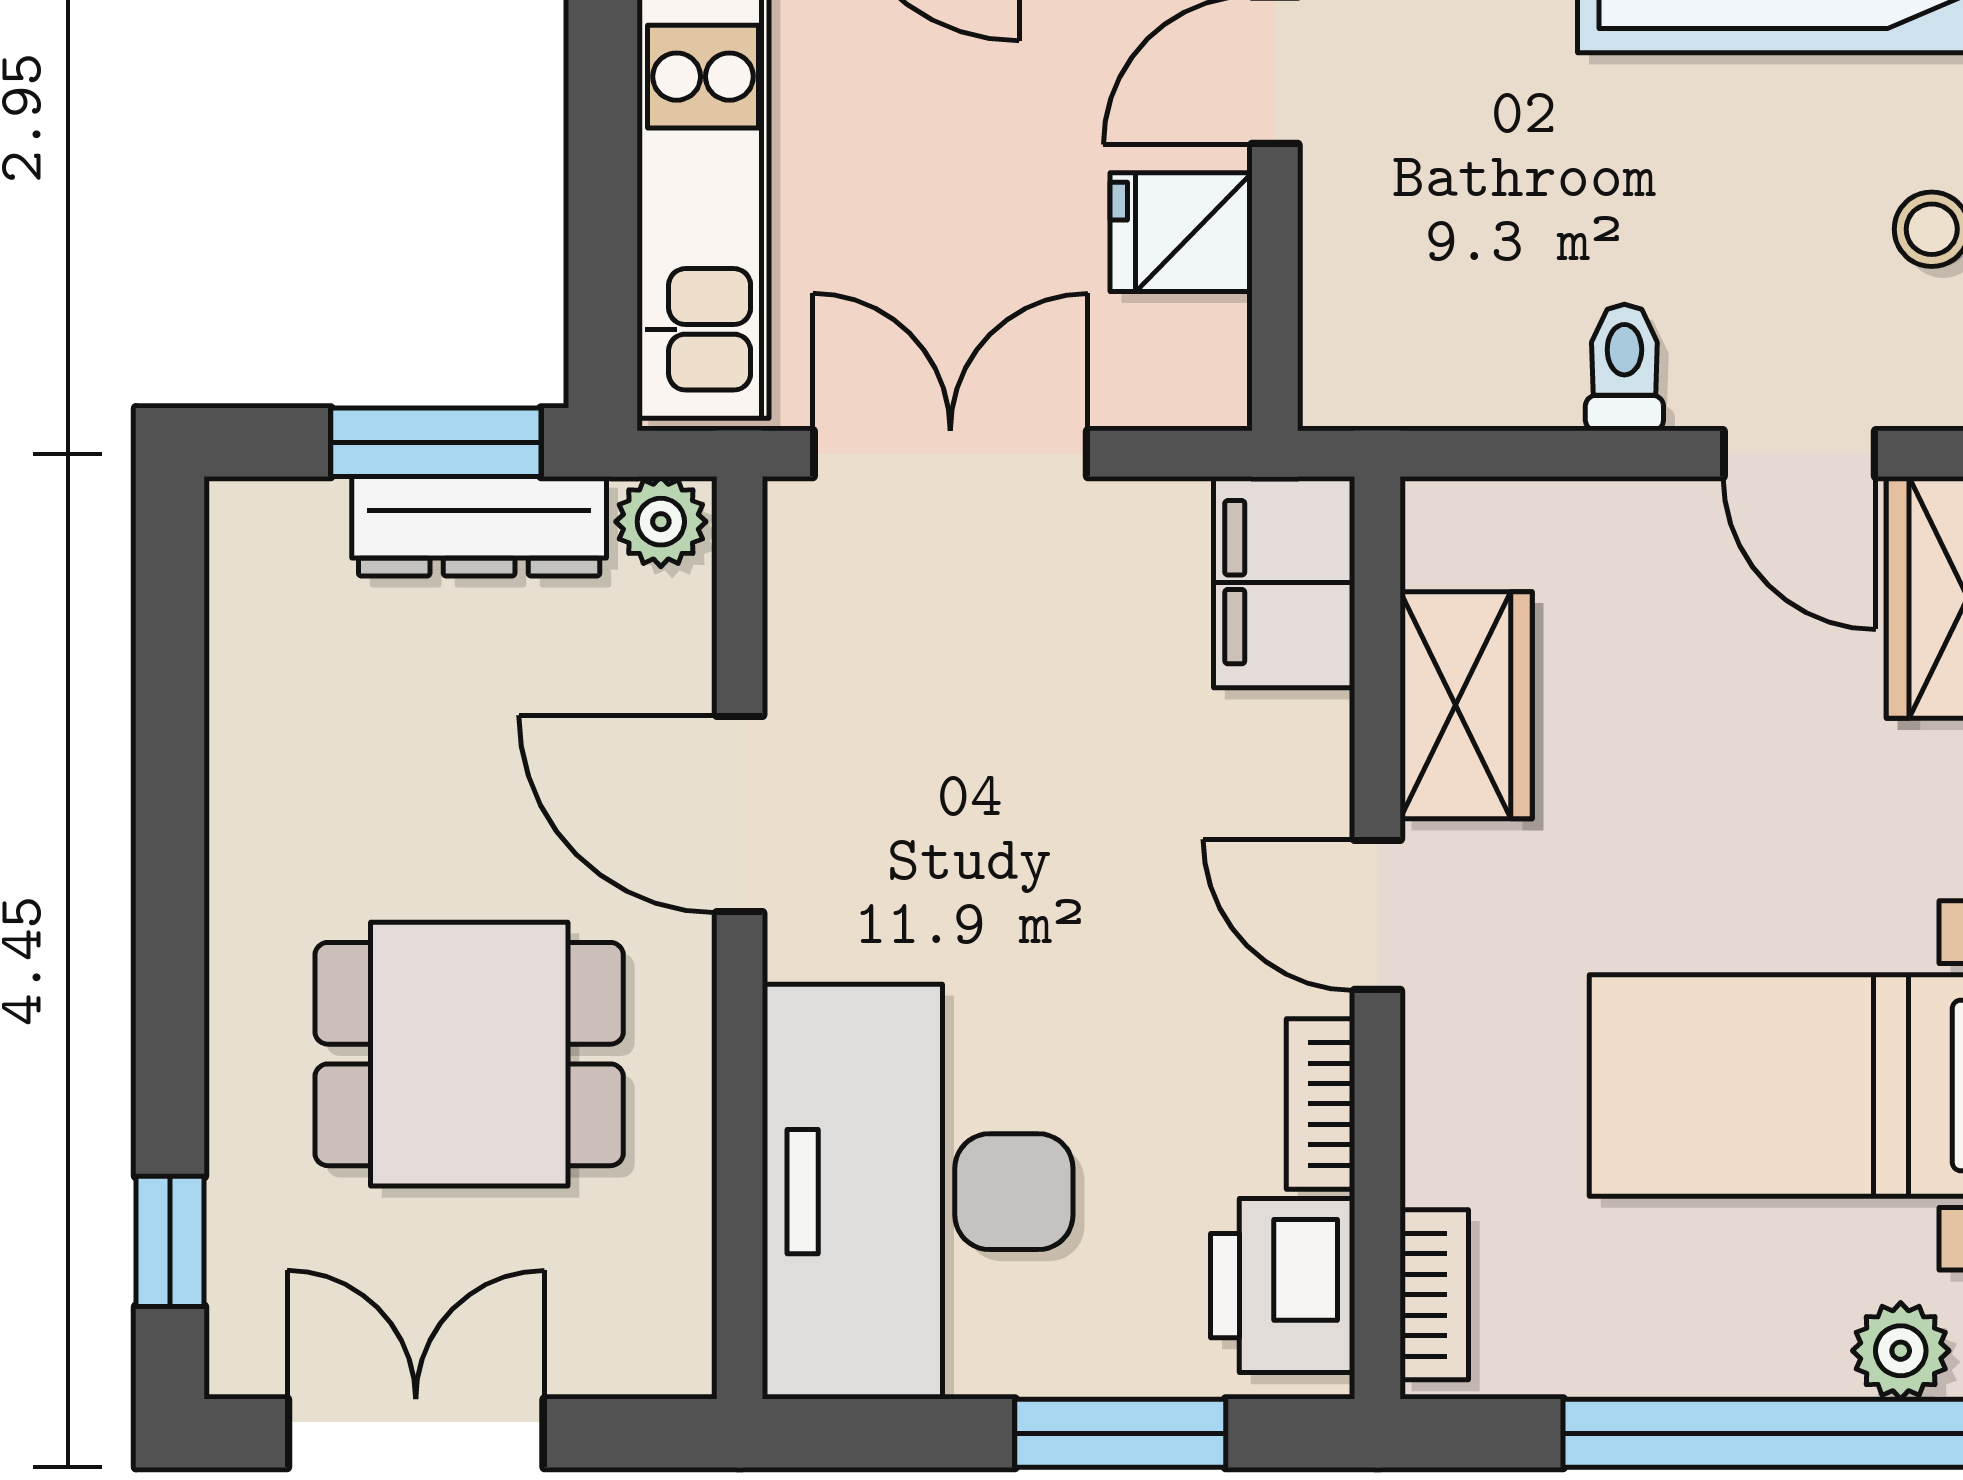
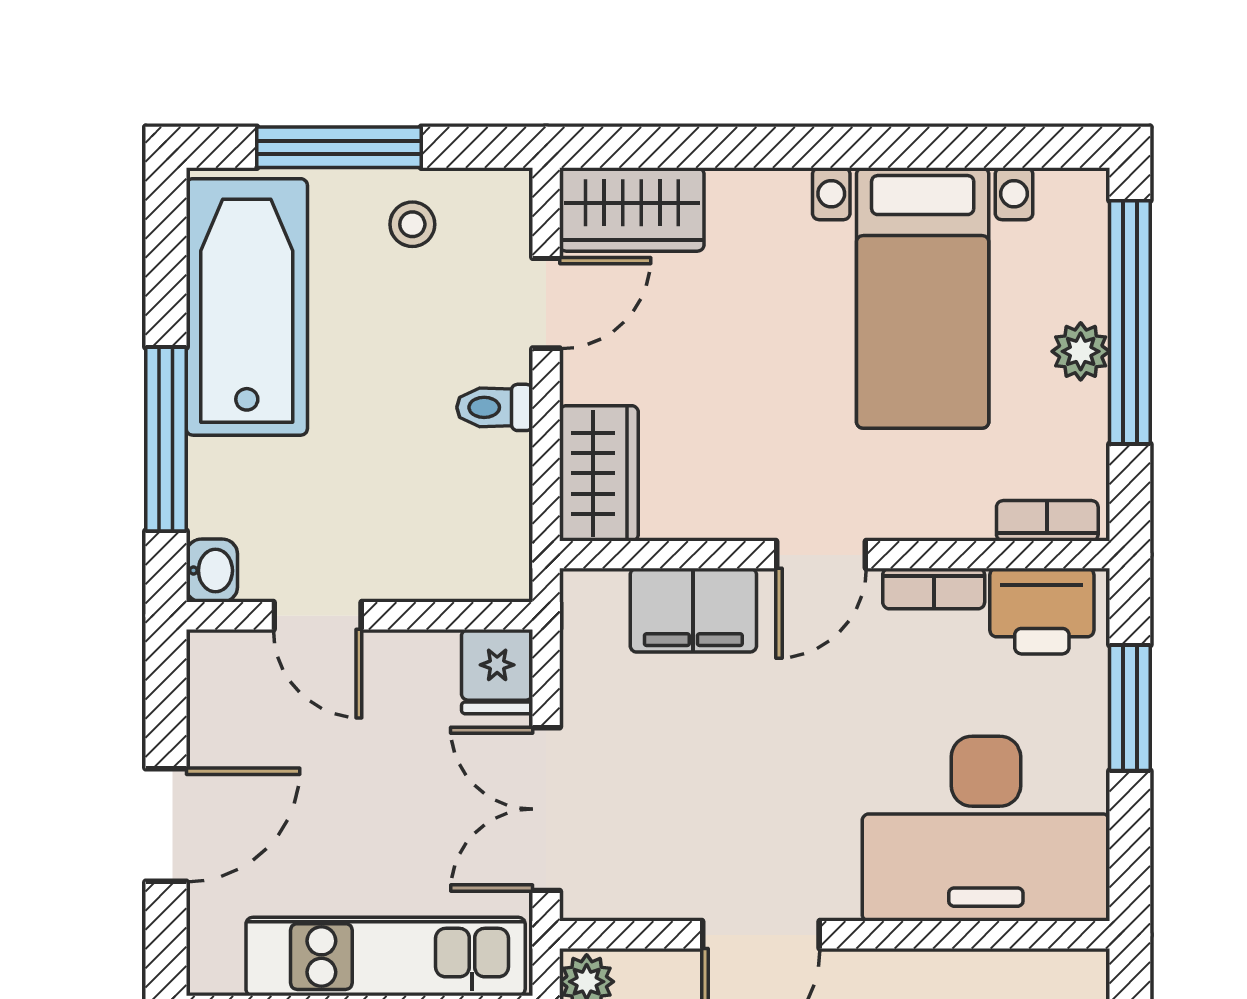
fridge: (1181, 232) -> (497, 672), moved
filing cabinet: (1284, 582) -> (693, 610), moved
wardrobe: (1466, 705) -> (599, 473), moved, turned 90
plant: (1901, 1351) -> (1081, 351), moved

